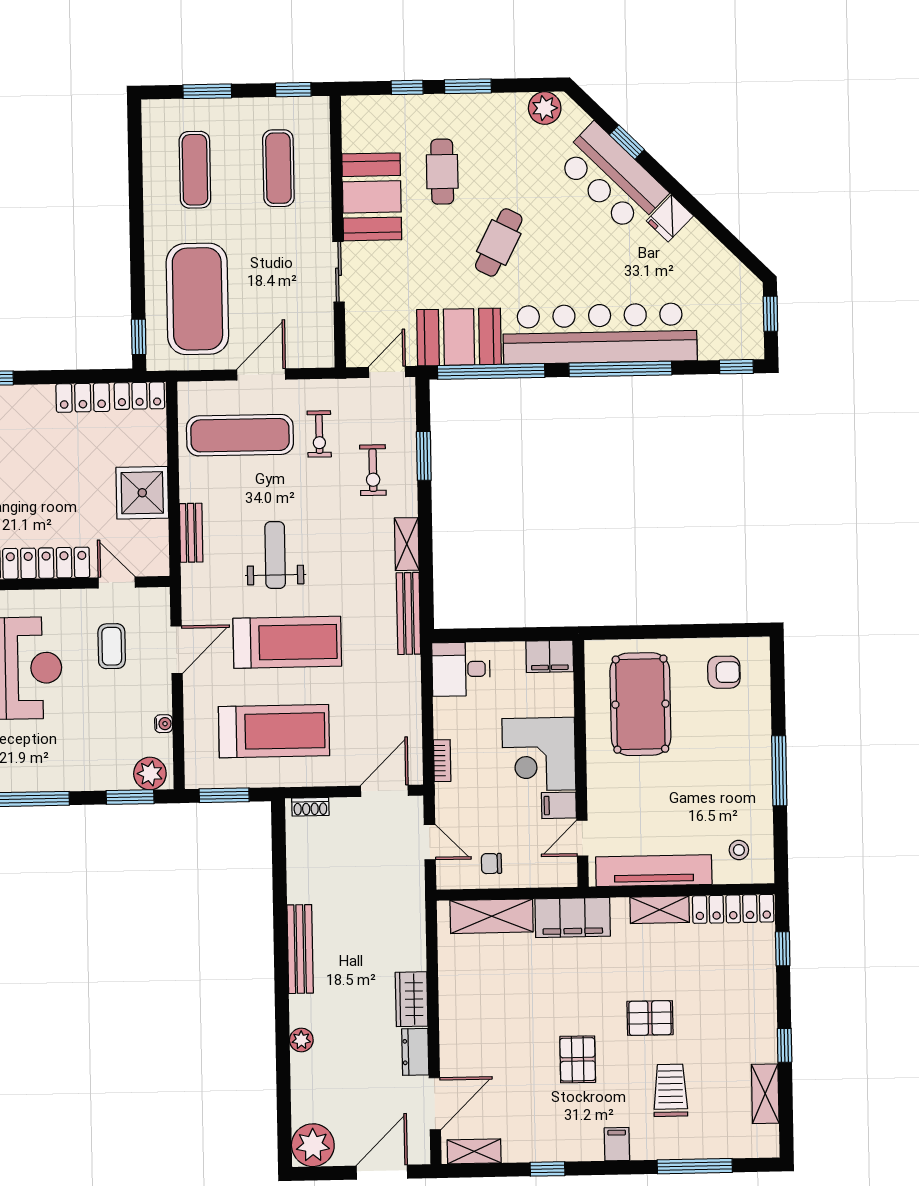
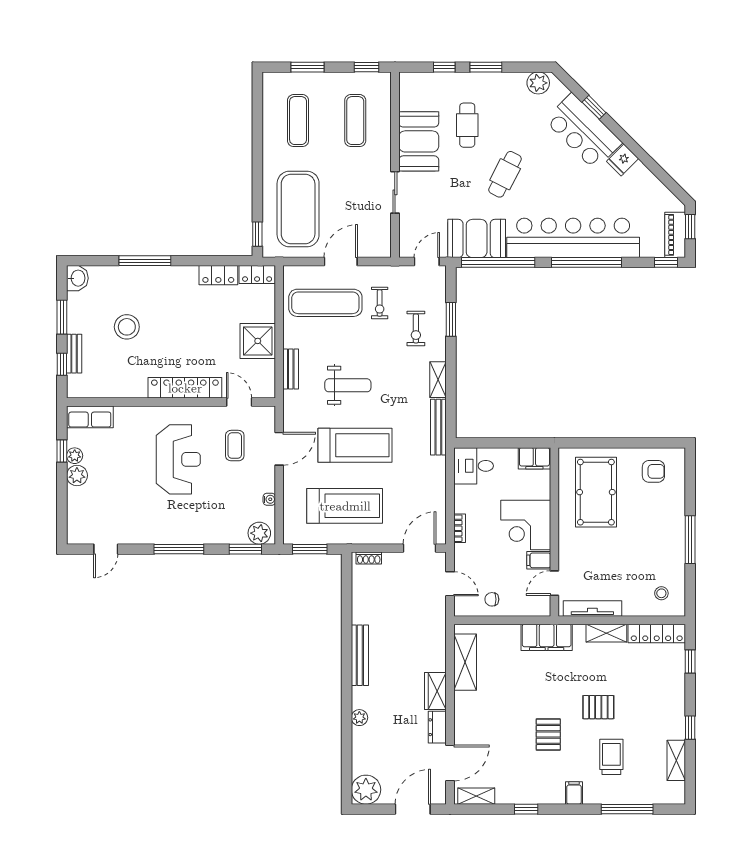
piano: (749, 326) -> (675, 235), added
weight bench: (275, 555) -> (348, 385), turned 90
tv unit: (654, 871) -> (592, 609), width x0.73, depth x0.78
shelving: (492, 916) -> (465, 662), moved, turned 90

